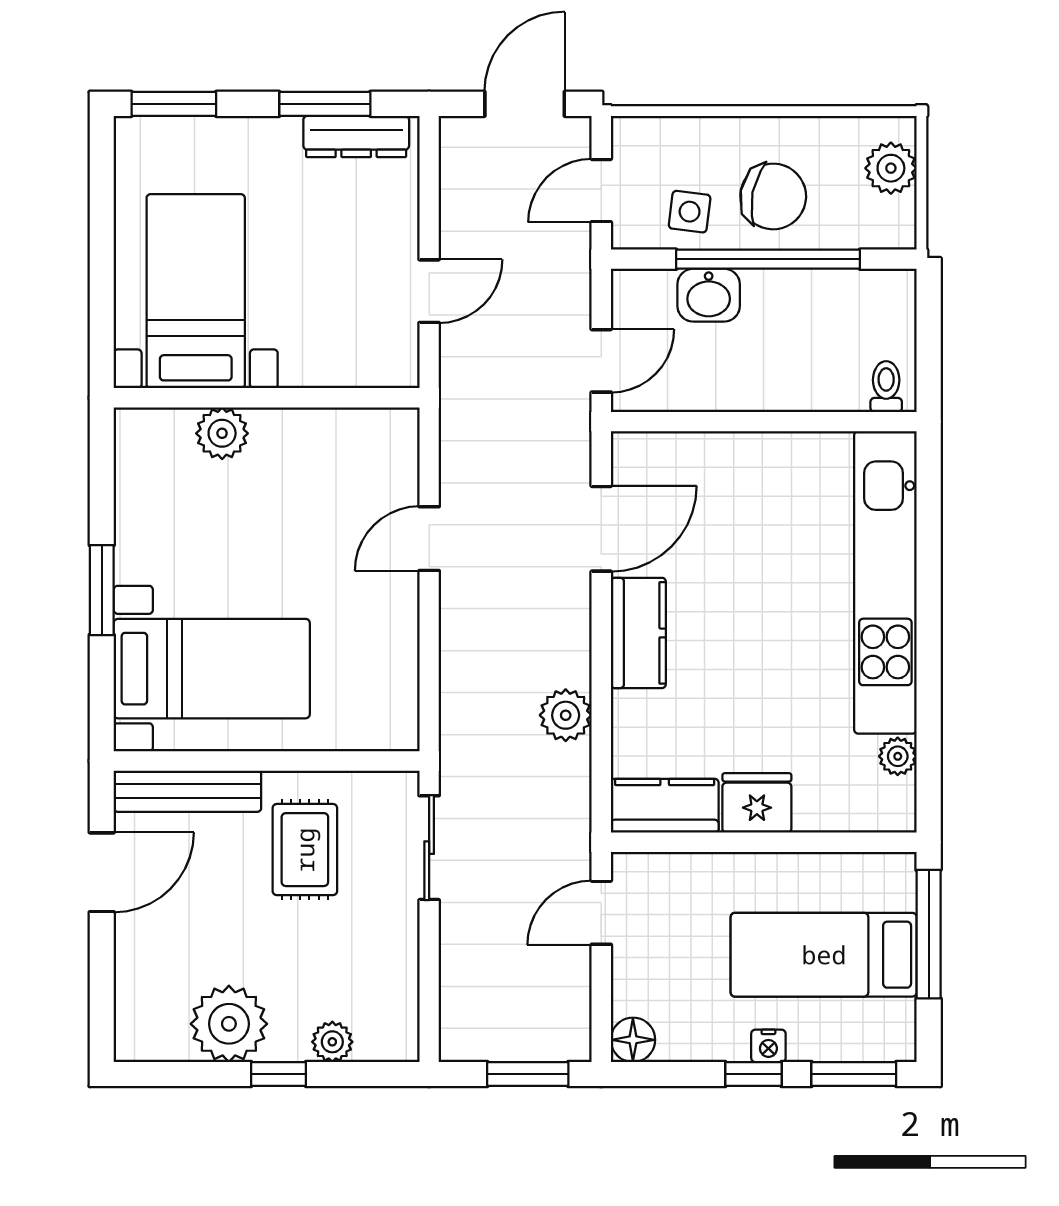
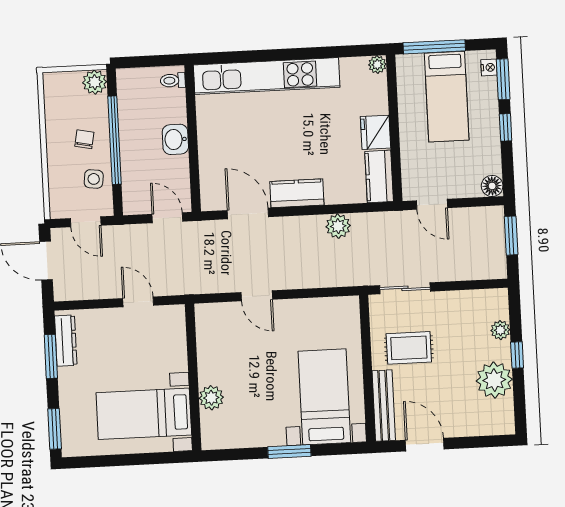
plant: (891, 168) -> (95, 82), moved
chair: (773, 196) -> (84, 139), width x0.54, depth x0.54
washbasin: (709, 295) -> (175, 139), moved, turned 180
plant: (898, 756) -> (377, 65), moved
nightstand: (768, 1046) -> (489, 67), moved

